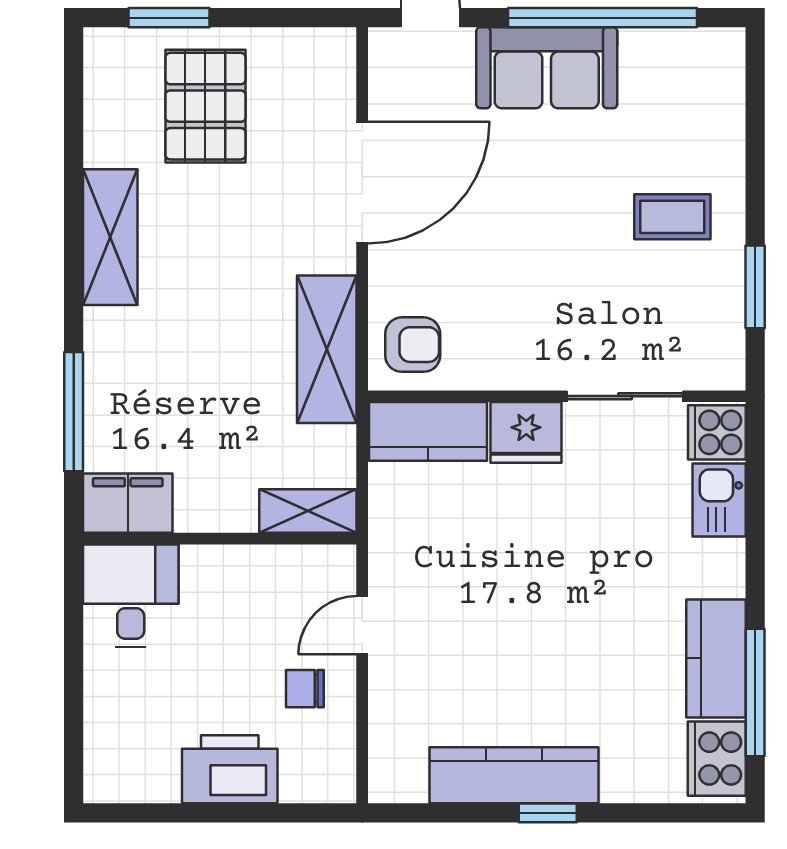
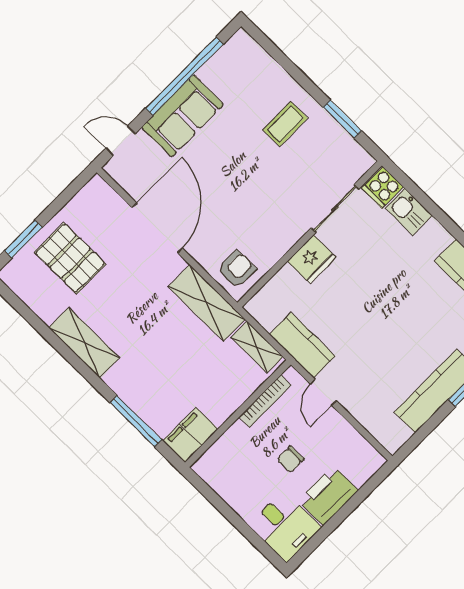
kitchen counter: (428, 431) -> (302, 345), moved, turned -90
shelving: (308, 511) -> (257, 347), moved, turned 90
bookcase: (273, 559) -> (265, 401), added
desk: (131, 596) -> (285, 526), moved, turned 180
chair: (305, 689) -> (290, 459), moved

